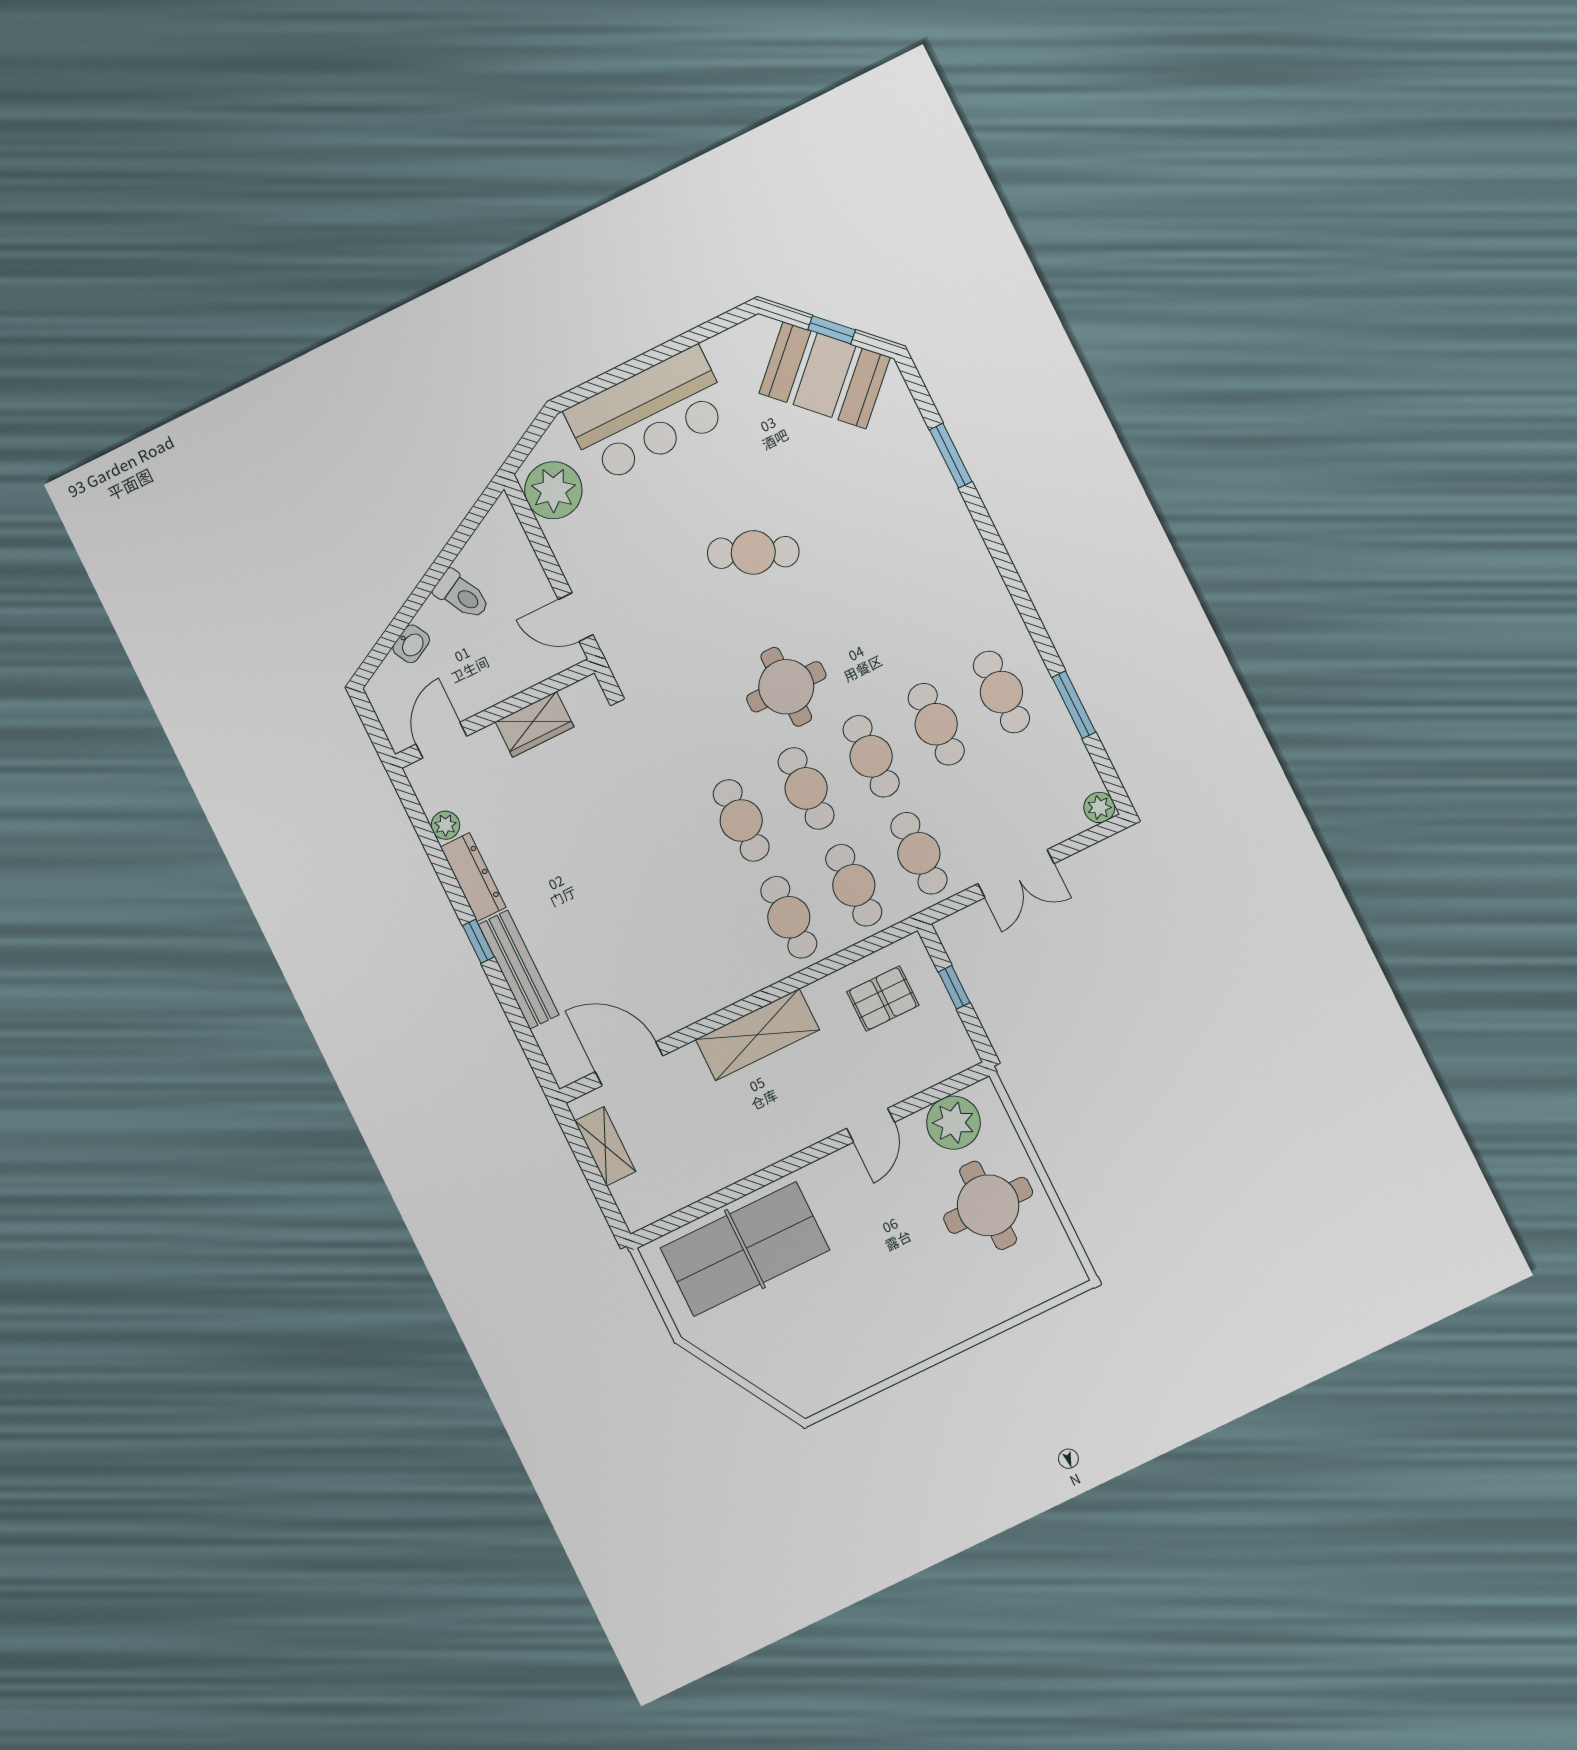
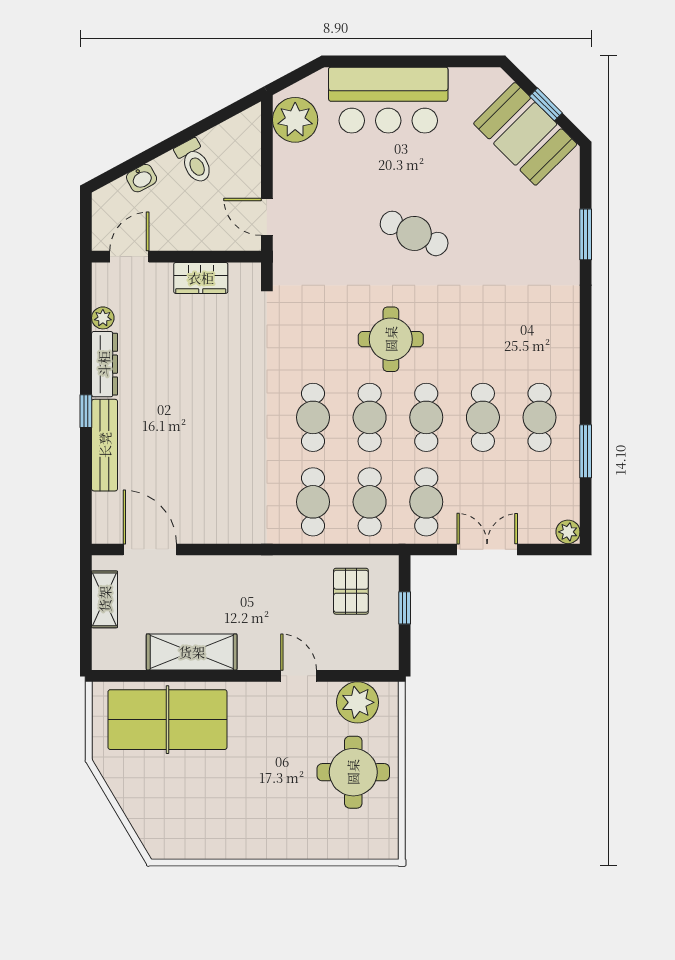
double door: (1016, 874) -> (487, 549), swing flipped
pallet: (883, 998) -> (351, 591), turned 90
shelving: (757, 1035) -> (192, 652), moved
door: (871, 1125) -> (299, 676), swing flipped

